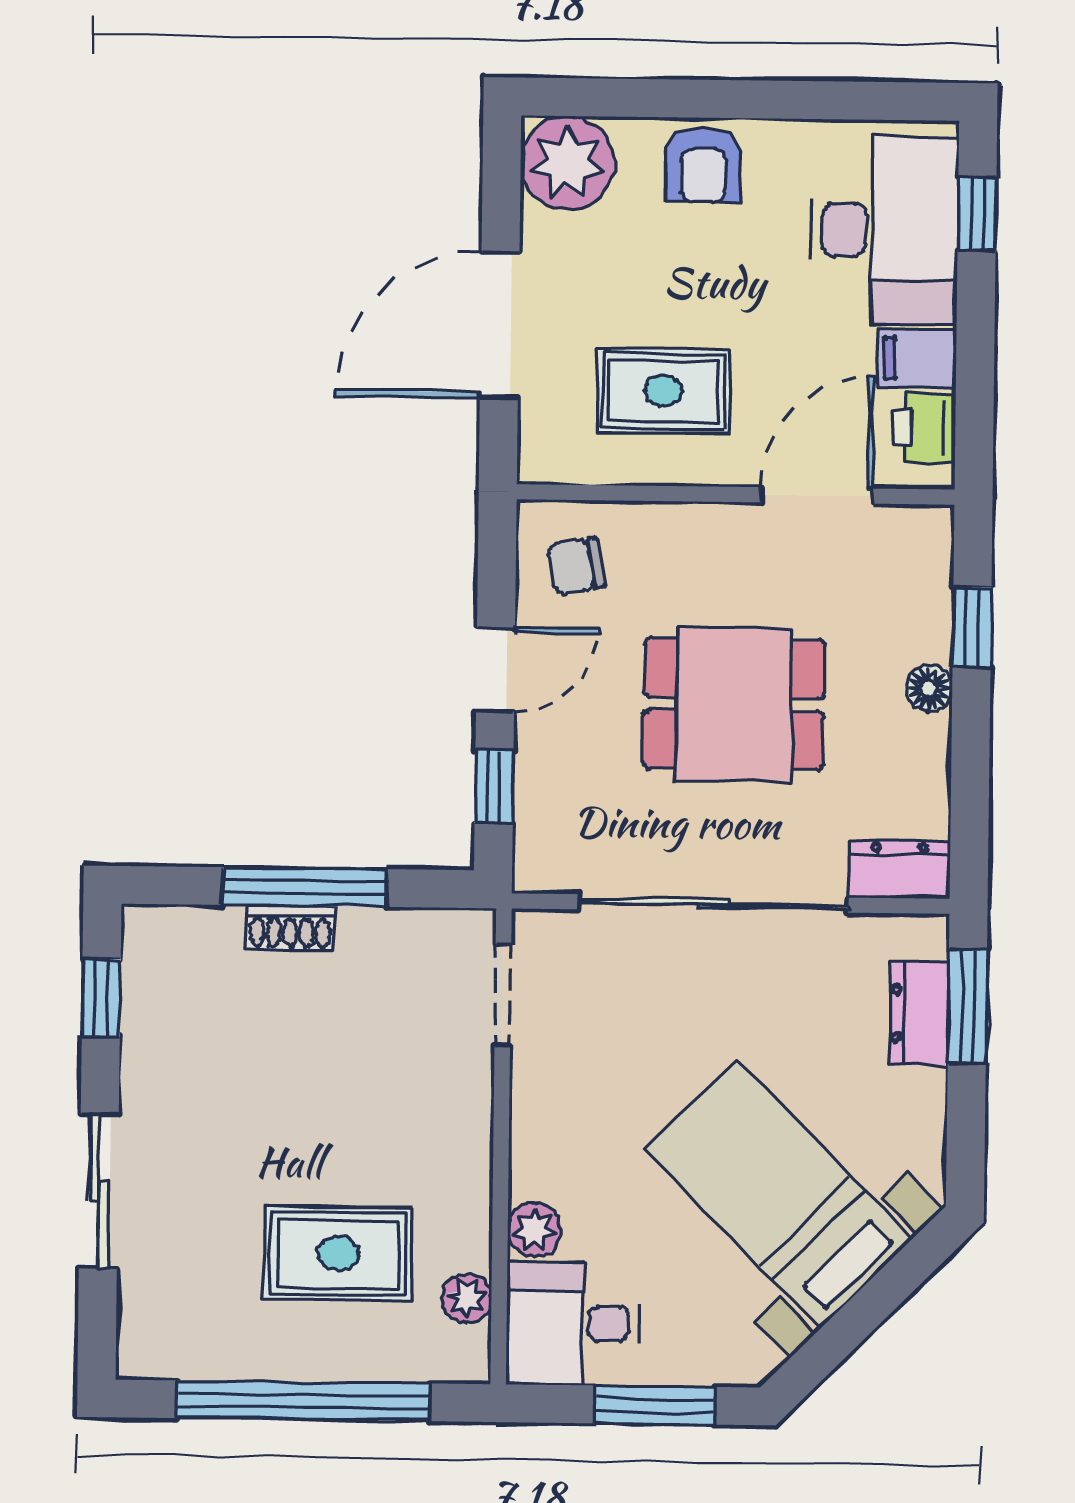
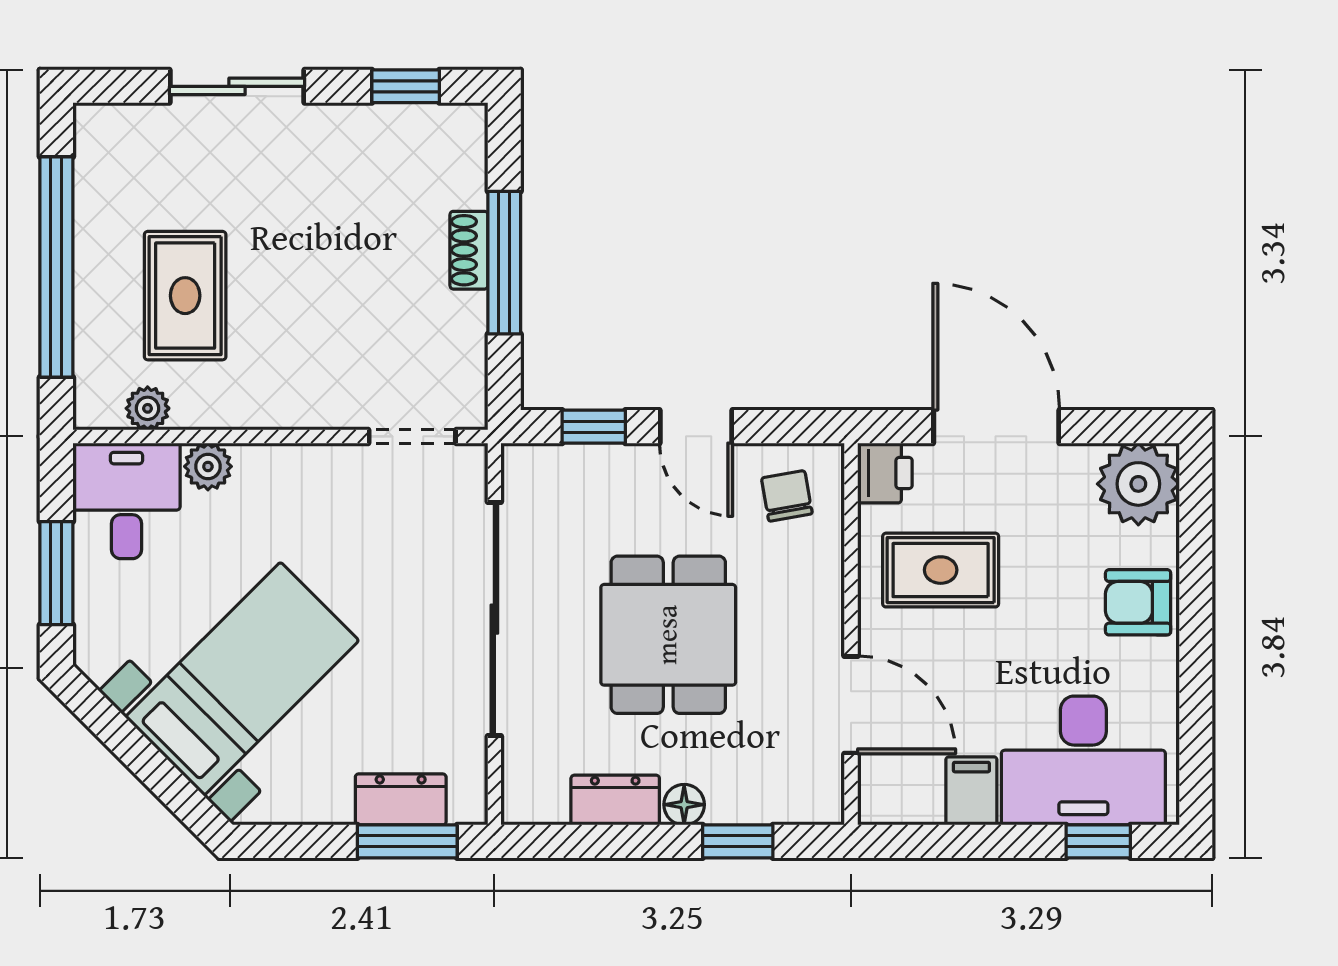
rug: (664, 391) -> (941, 570), turned 90
printer: (924, 428) -> (885, 473), moved, turned 90
dresser: (899, 870) -> (615, 800), moved, turned -90

